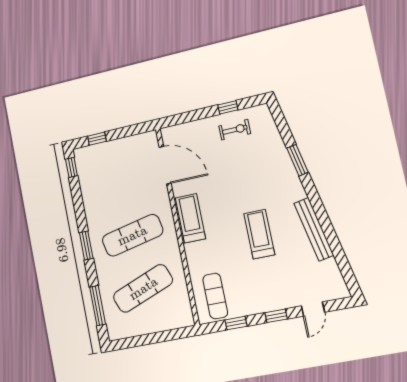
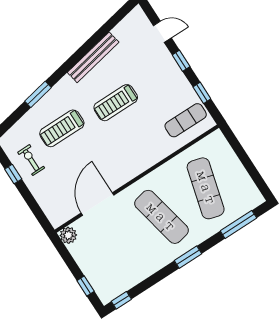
plant: (149, 140) -> (68, 235), added
door: (165, 165) -> (98, 204), moved
treadmill: (190, 218) -> (62, 128), moved
exercise mat: (143, 288) -> (206, 188), turned 36

